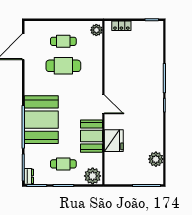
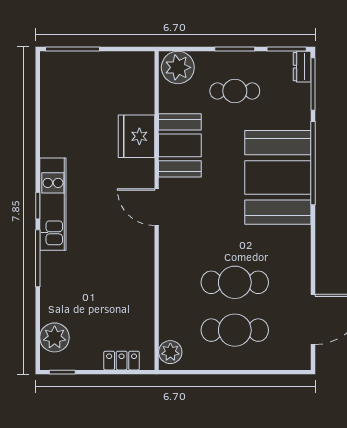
cafe table: (63, 41) -> (235, 330), width x1.37, depth x1.35
kitchen unit: (157, 106) -> (53, 204), added
plant: (156, 159) -> (55, 337), moved

